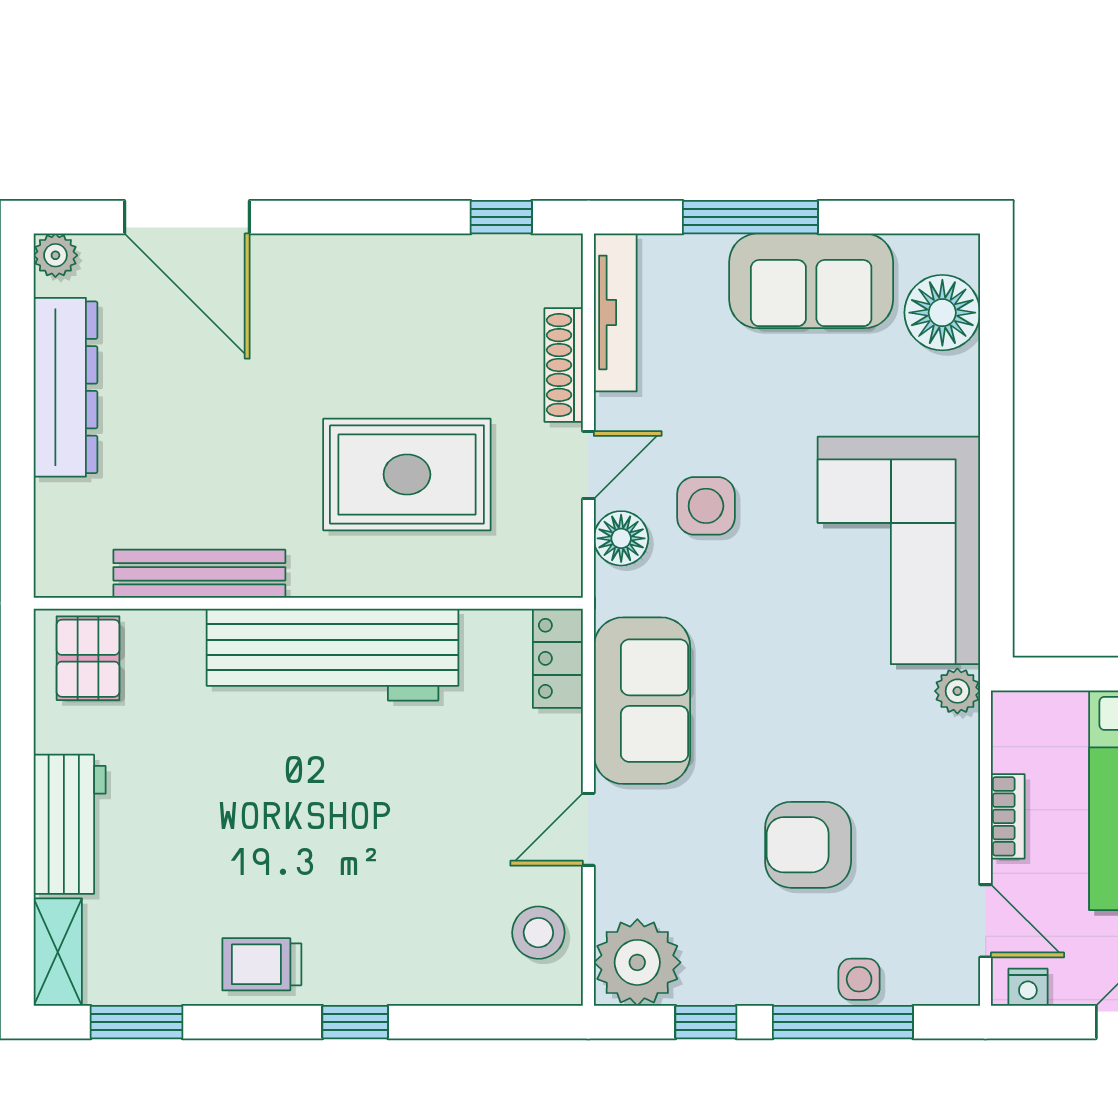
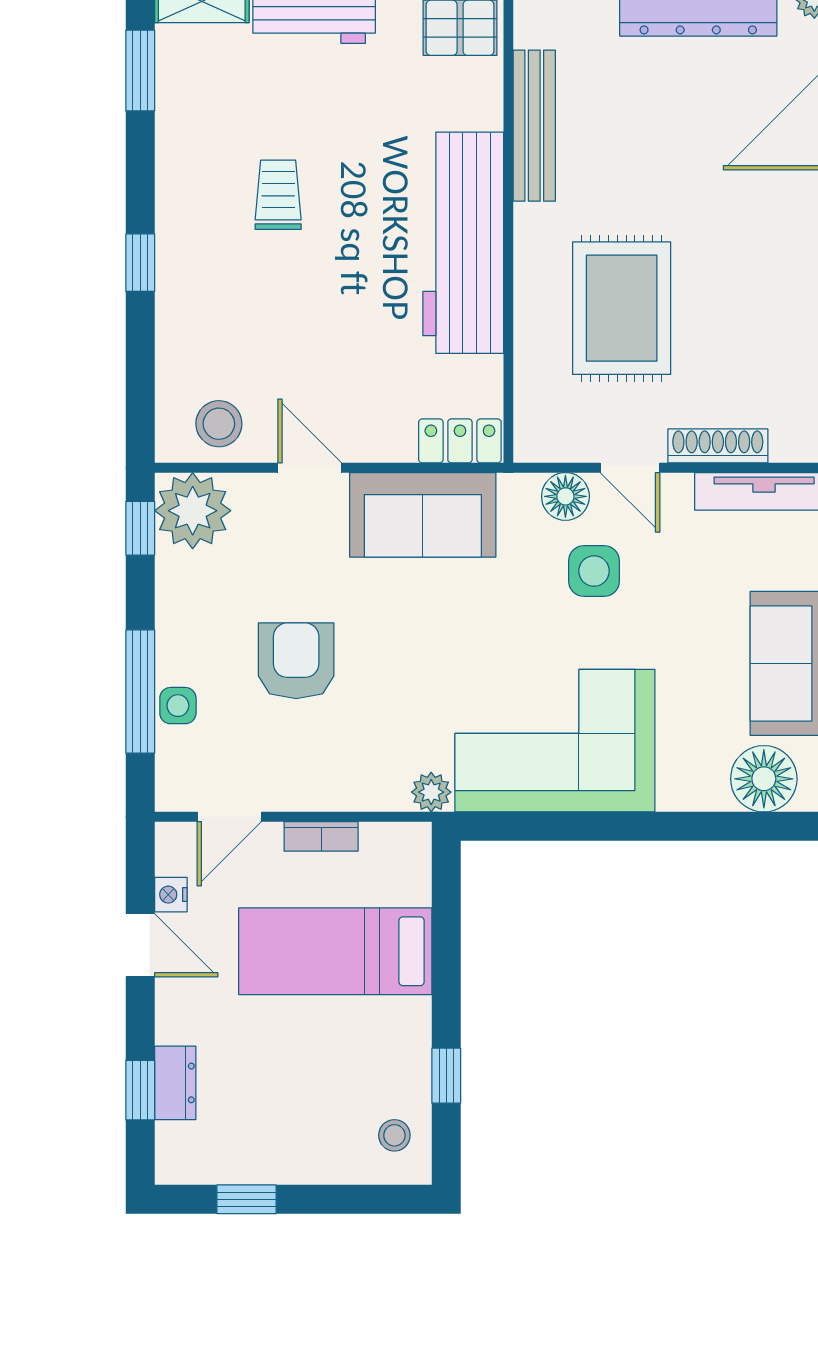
trolley: (262, 964) -> (278, 195), moved
nightstand: (1028, 987) -> (171, 895), moved
window: (706, 1022) -> (140, 528), moved

